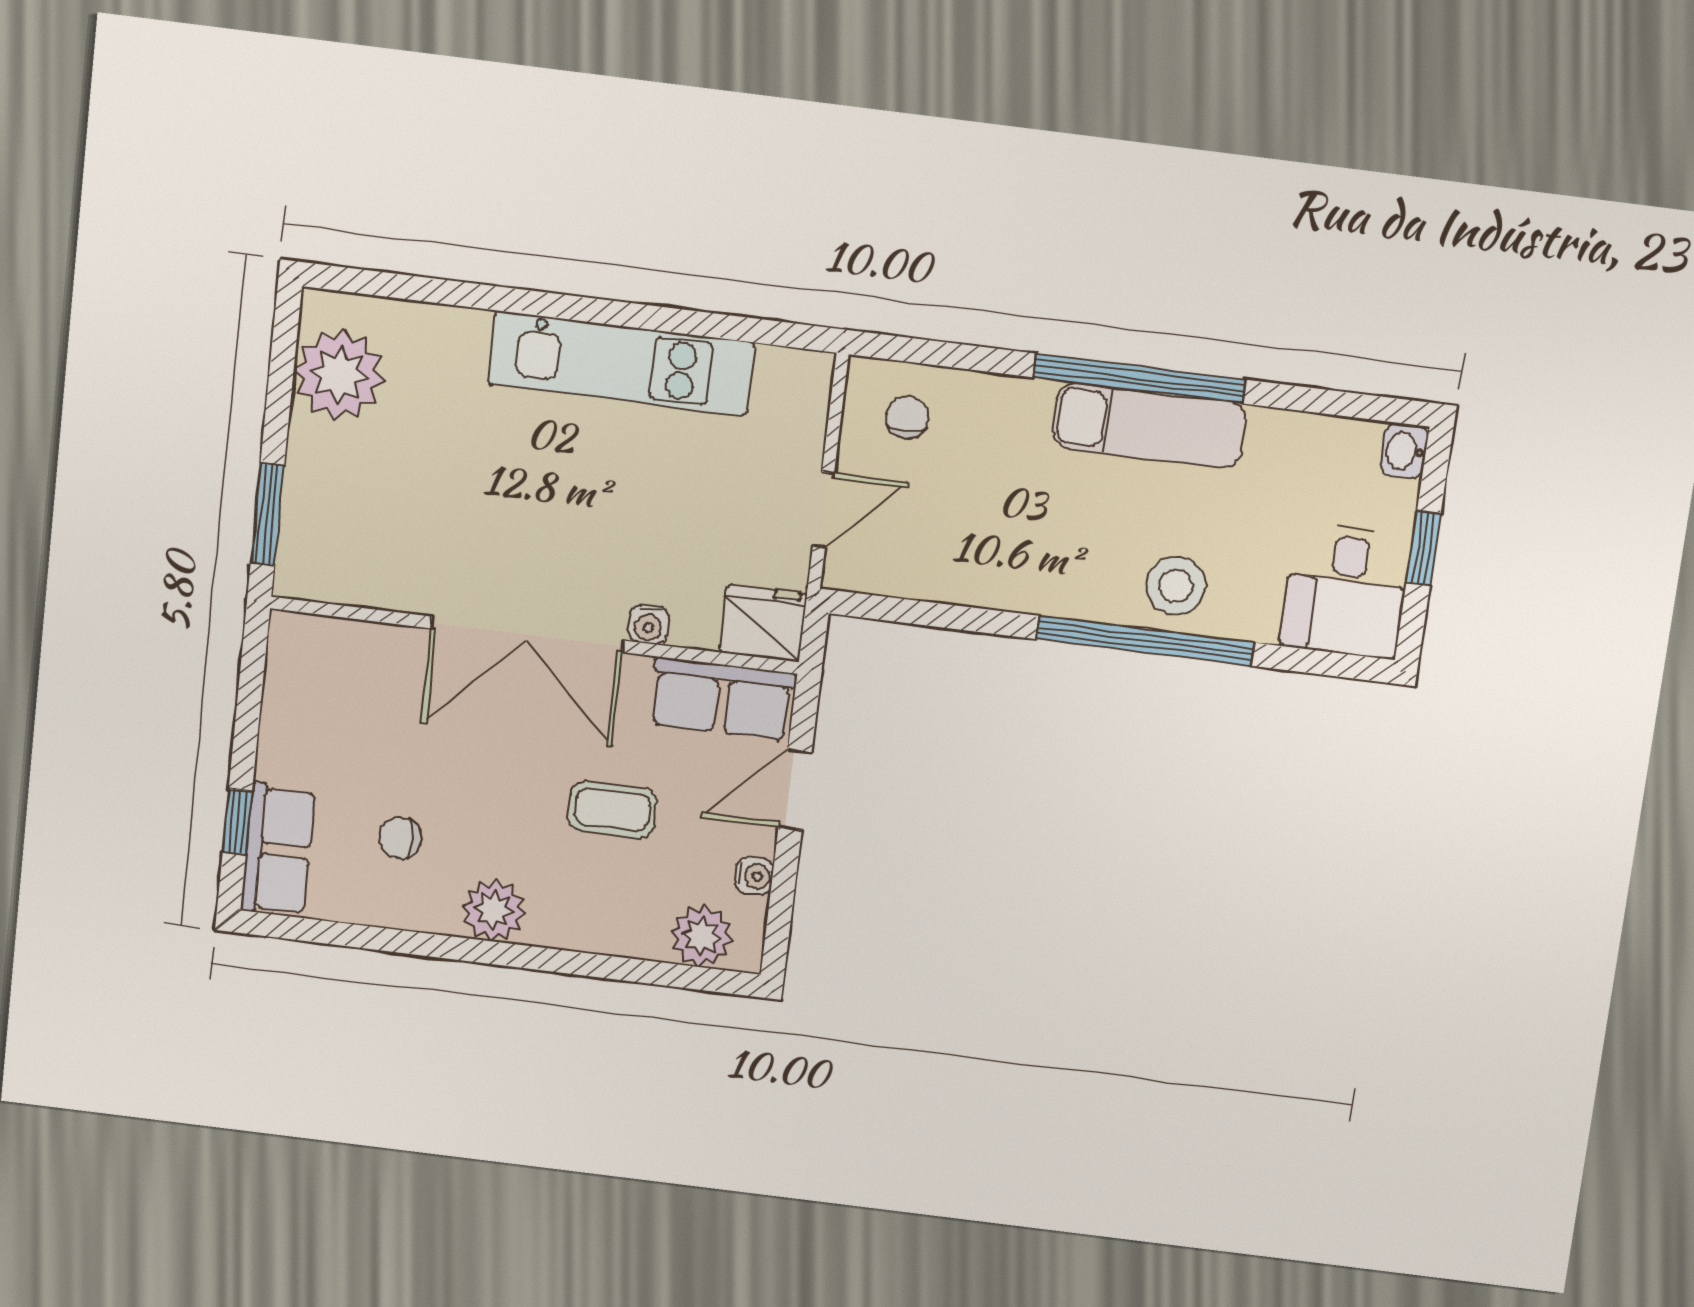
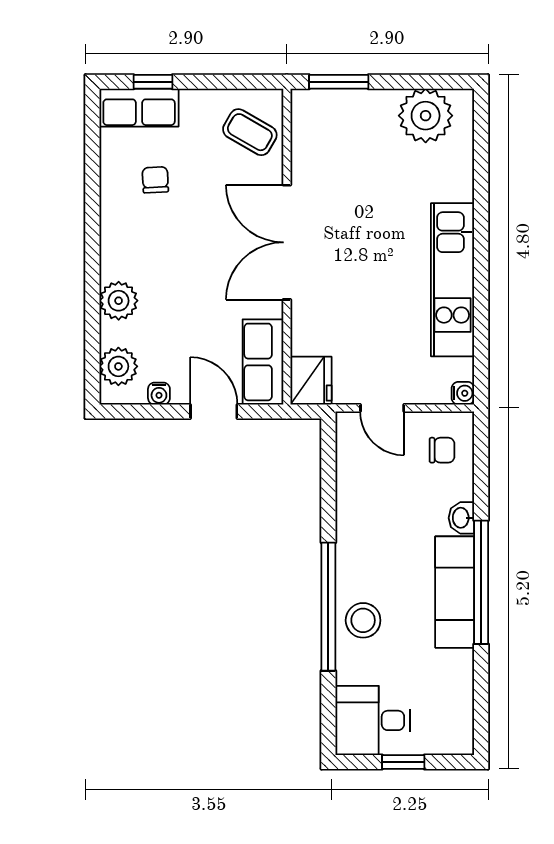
washbasin: (1404, 451) -> (461, 518), moved, turned -90
water cooler: (649, 625) -> (463, 393), moved, turned 180
coffee table: (613, 810) -> (250, 132), moved, turned -60
plant: (494, 910) -> (119, 301), moved

